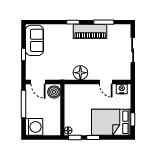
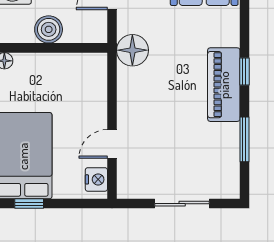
piano: (90, 31) -> (224, 85), moved
floor lamp: (80, 73) -> (132, 50), moved
boiler: (54, 92) -> (49, 29), moved

